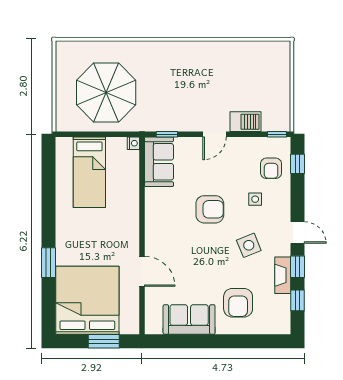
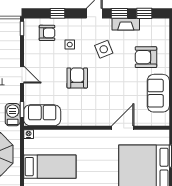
barbecue: (245, 122) -> (13, 115), moved
window: (298, 164) -> (58, 13), moved
armchair: (238, 303) -> (146, 57), turned 180

